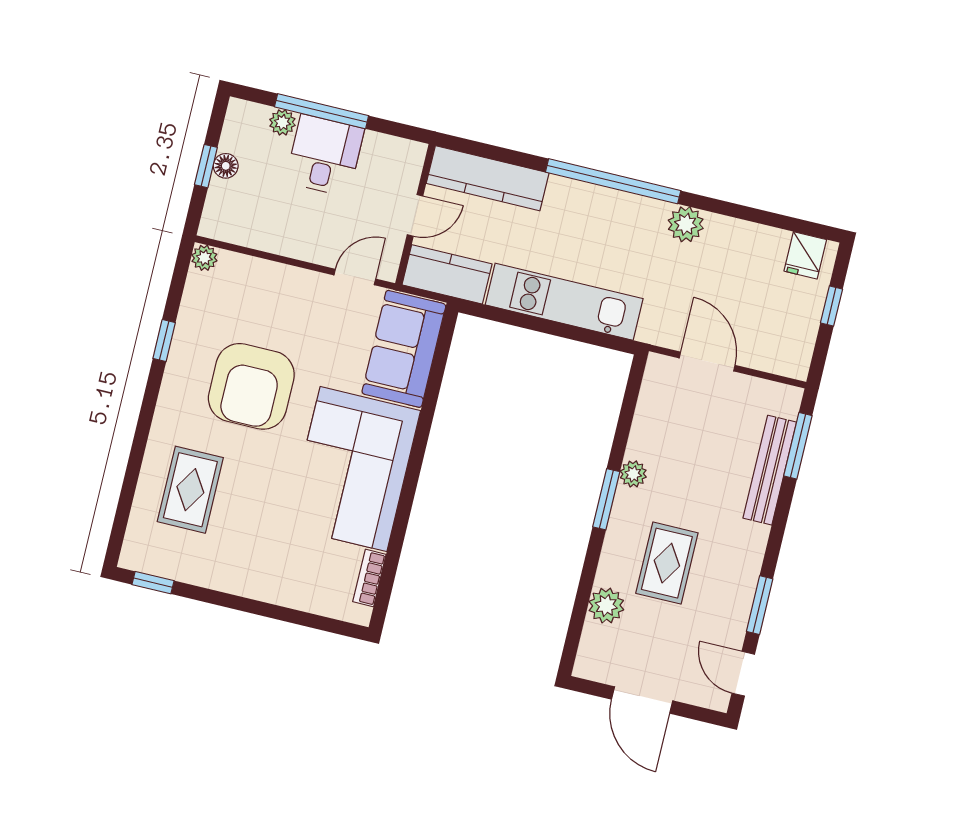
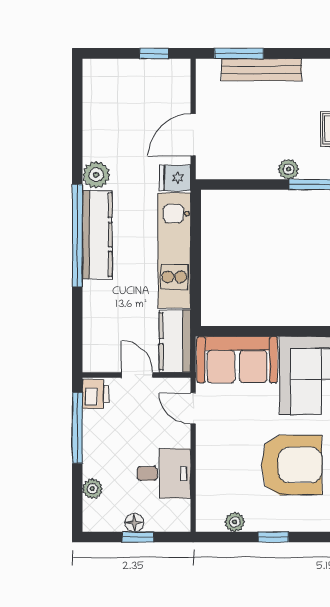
window: (322, 111) -> (77, 428), moved
desk: (325, 155) -> (164, 473), moved, turned 180
printer: (403, 156) -> (96, 394), added
kitchen counter: (488, 178) -> (97, 235), moved
fridge: (805, 255) -> (175, 178), moved, turned 180
plant: (204, 258) -> (235, 522), moved
window: (831, 306) -> (154, 53), moved

